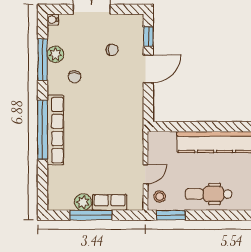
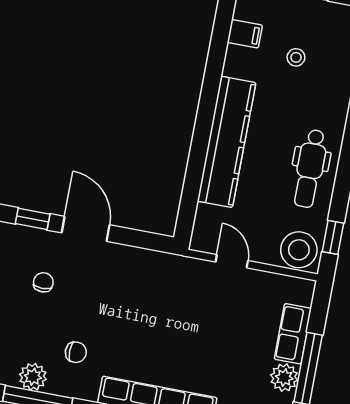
door: (145, 174) -> (232, 261), moved
stool: (160, 197) -> (299, 250), width x1.89, depth x1.89
window: (171, 215) -> (333, 237), width x0.67

